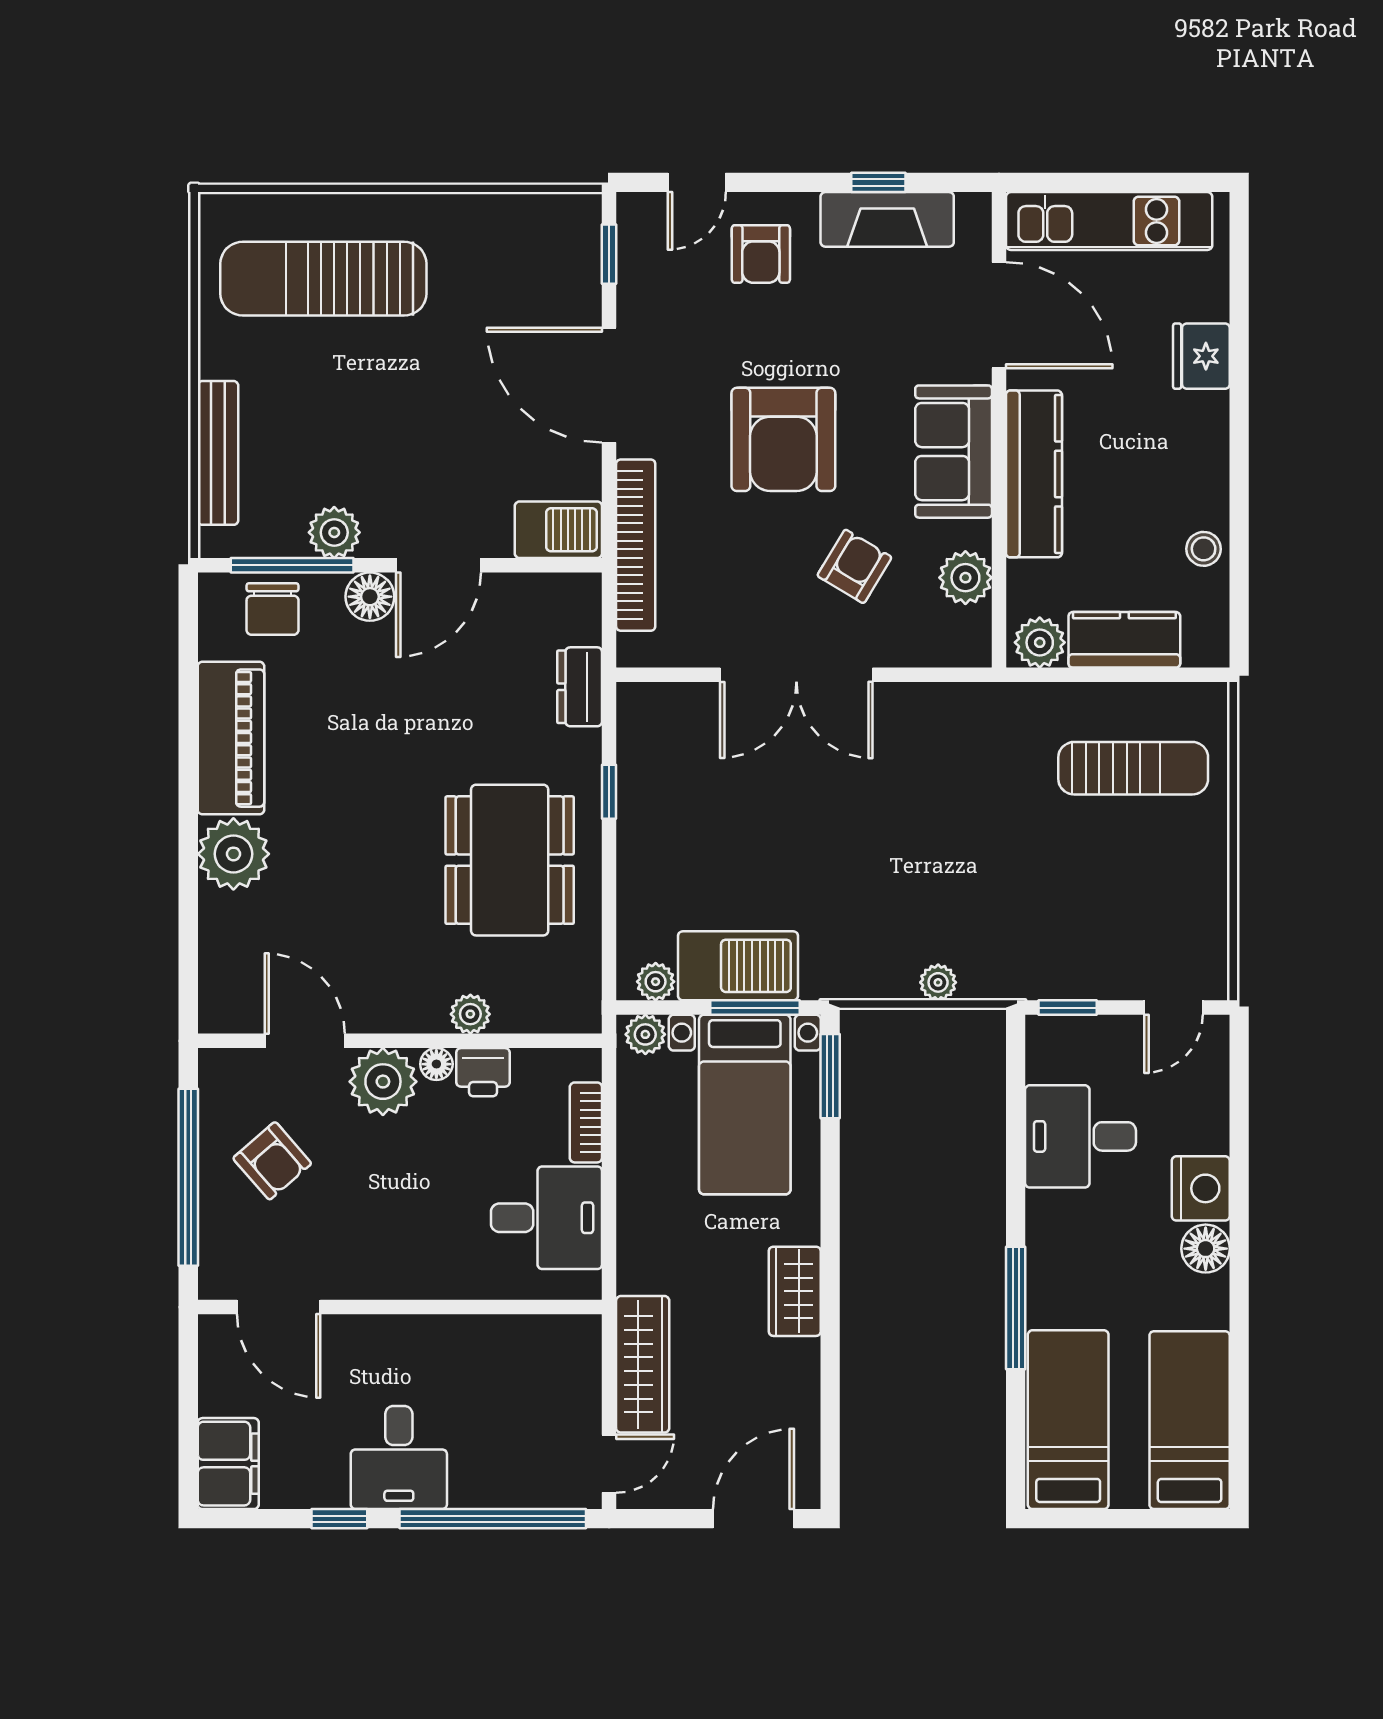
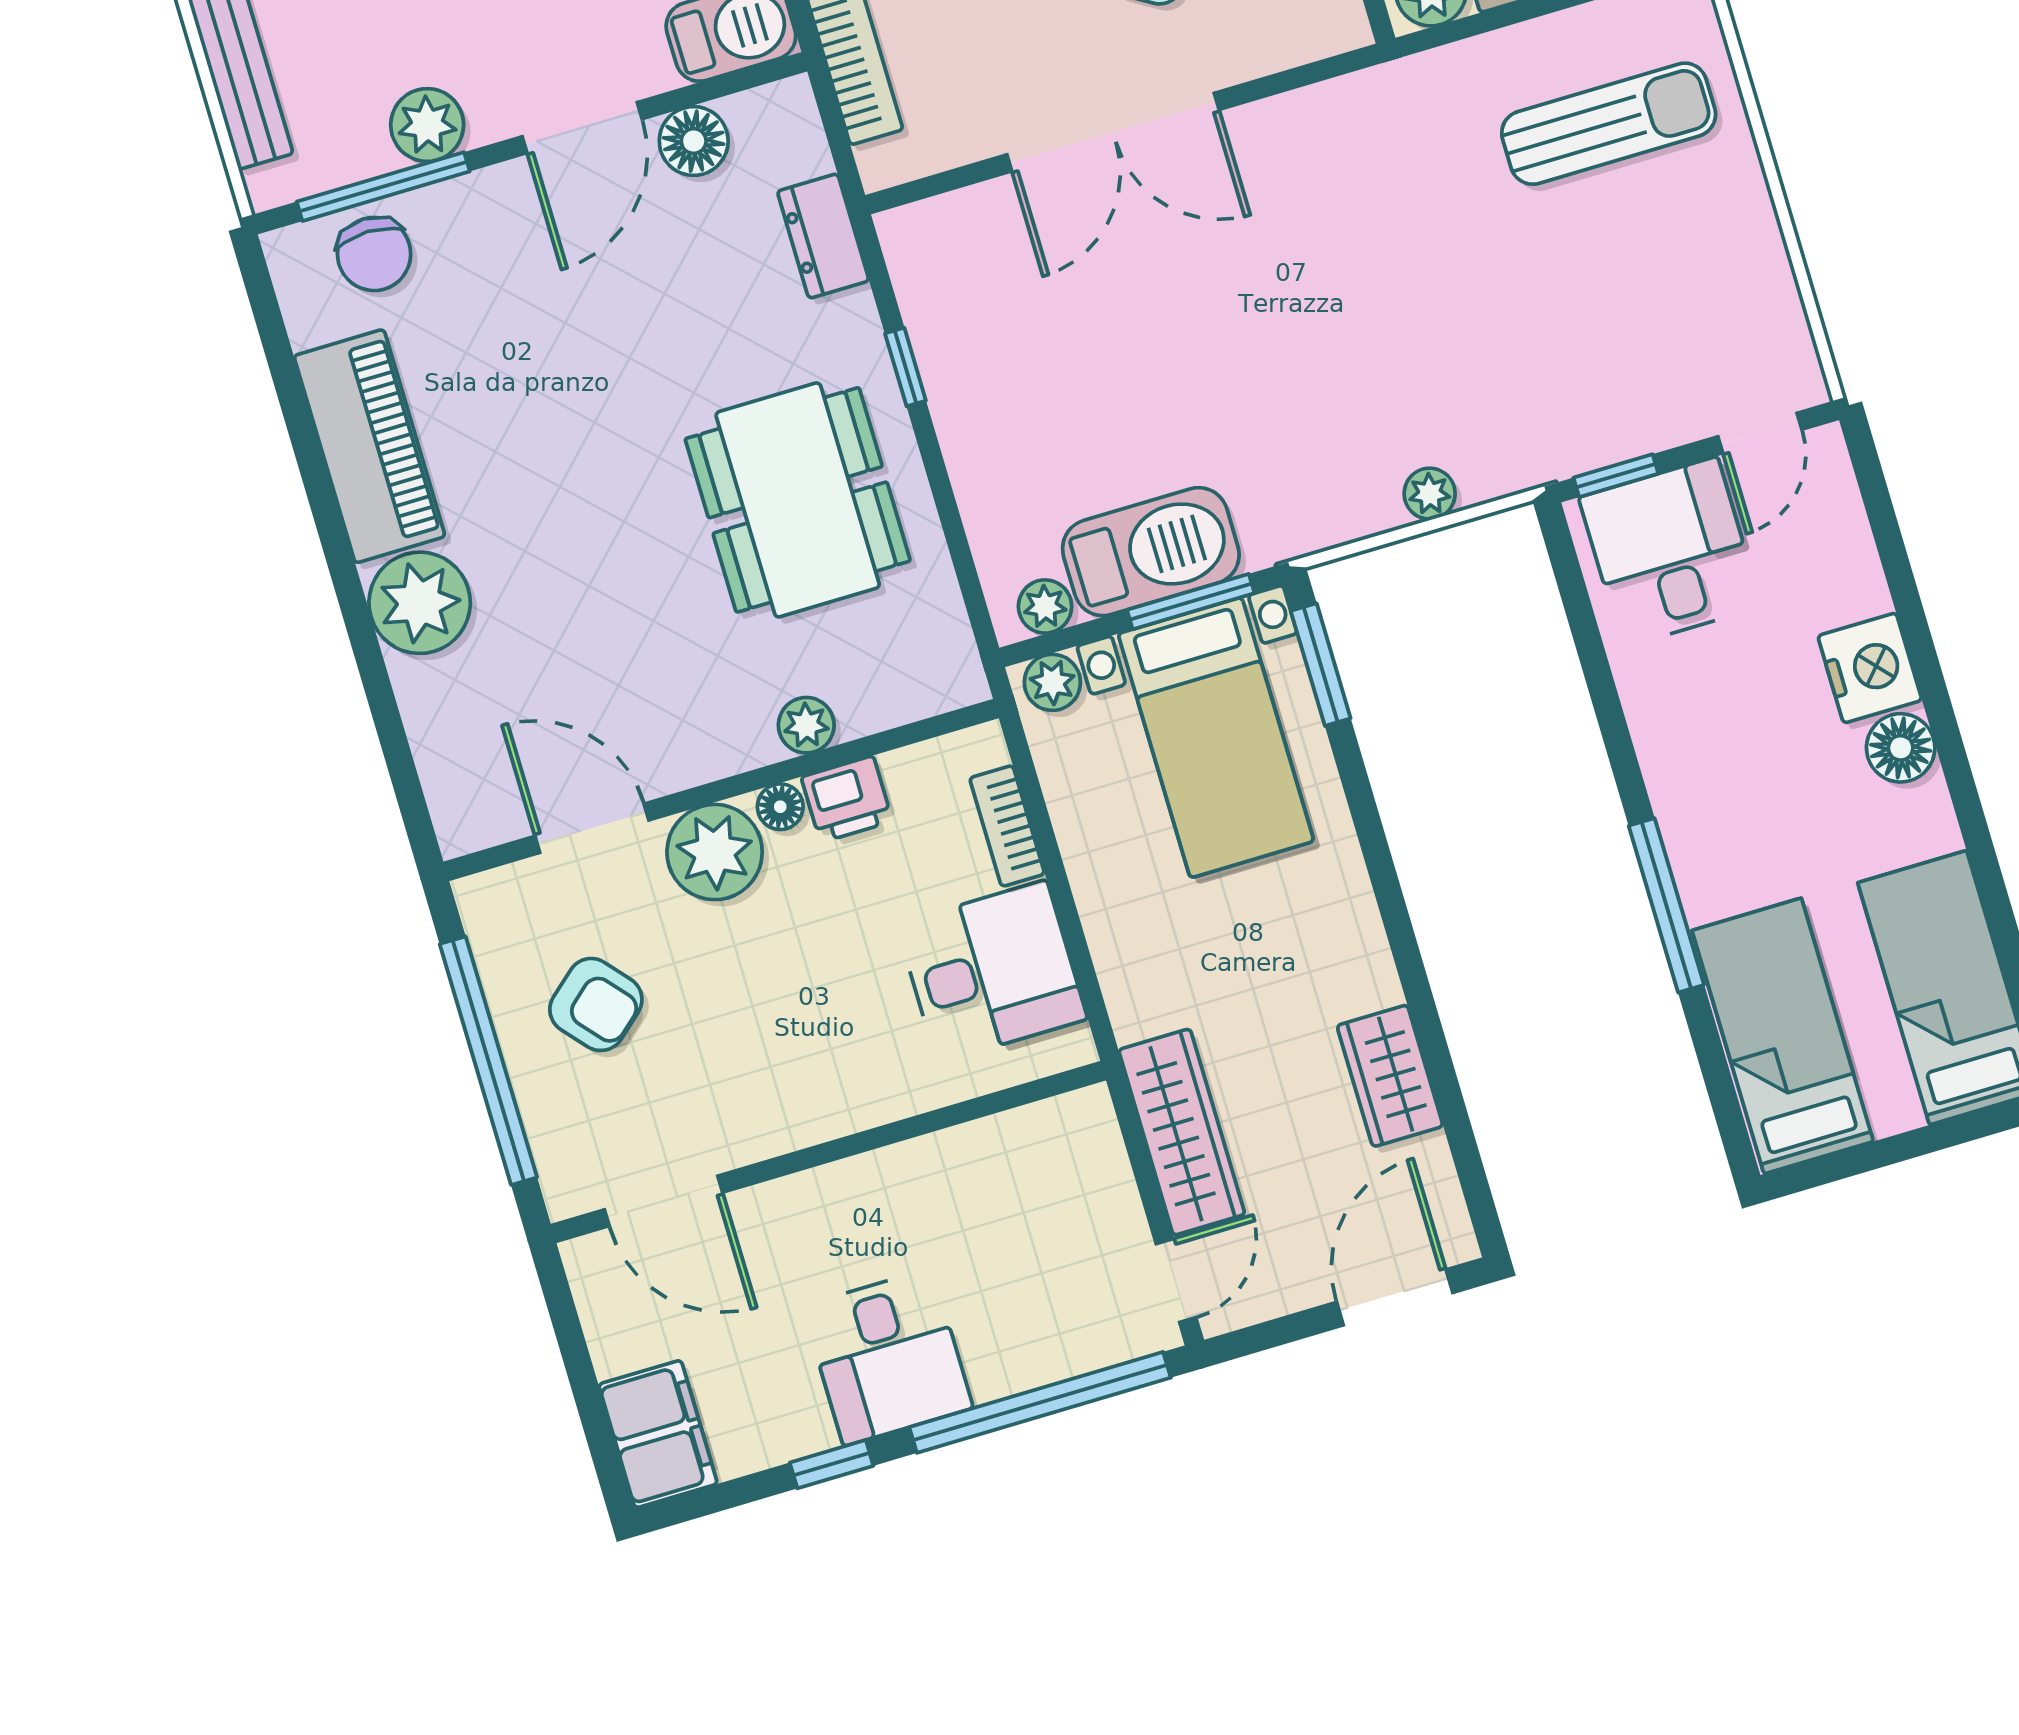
floor lamp: (370, 597) -> (694, 141), moved
desk: (1081, 1136) -> (1670, 552), moved, turned 90
wardrobe: (795, 1291) -> (1390, 1076), moved

